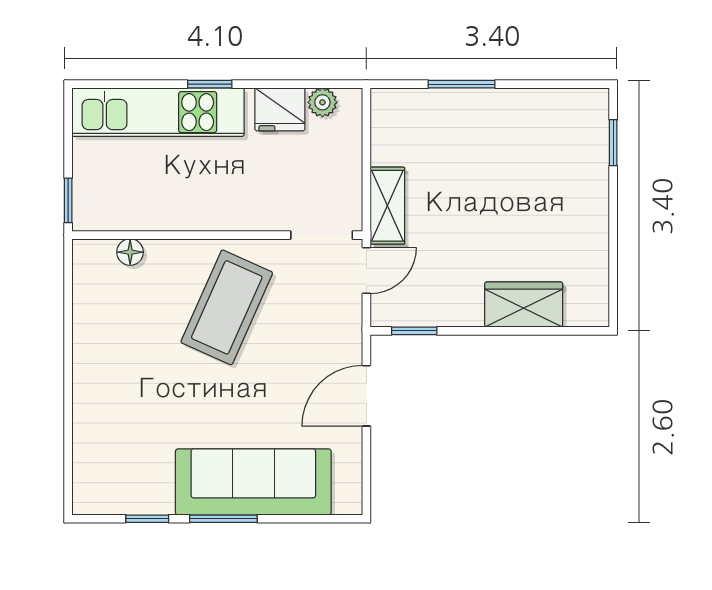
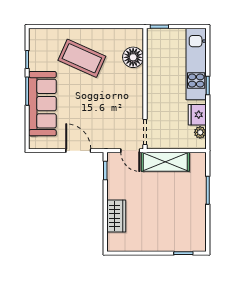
shelving: (387, 206) -> (165, 162), width x1.50, depth x1.33
floor lamp: (130, 252) -> (133, 57), width x1.89, depth x1.89
coffee table: (227, 307) -> (82, 58), moved

